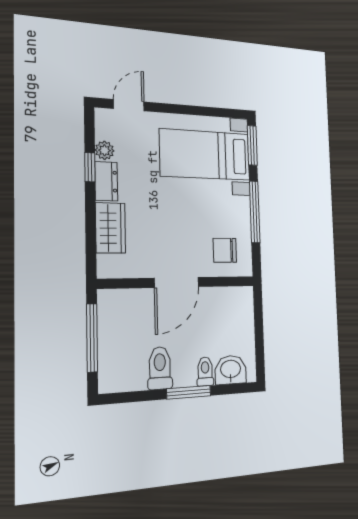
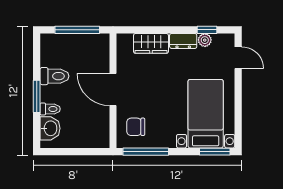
window: (90, 167) -> (207, 30), moved
window: (255, 212) -> (146, 152), moved
chair: (225, 250) -> (136, 127), turned -90

